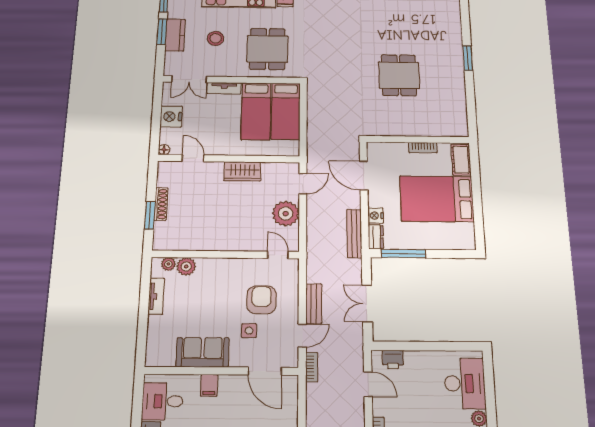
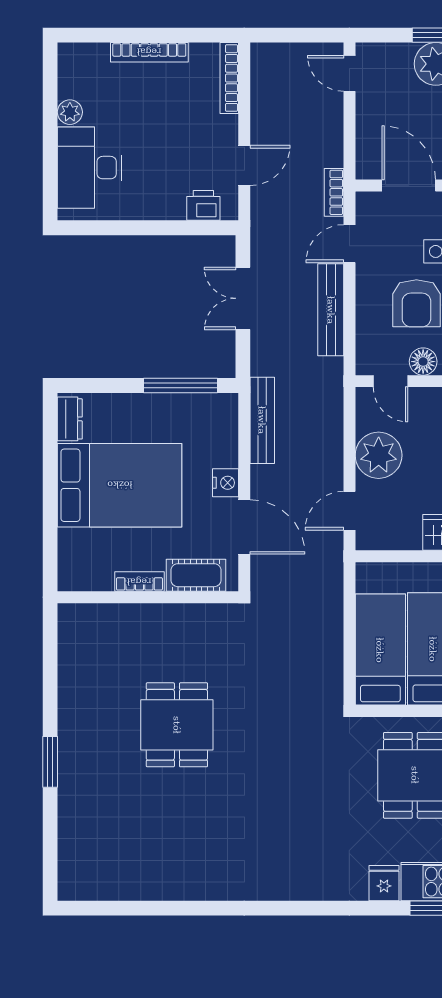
cot: (461, 160) -> (196, 575), moved, turned 90
nightstand: (376, 216) -> (226, 483), moved
dresser: (376, 237) -> (70, 419), moved, turned 180
floor lamp: (258, 266) -> (423, 362), added
double door: (367, 303) -> (243, 298), swing flipped
bench: (314, 304) -> (331, 310), width x1.36
door: (368, 384) -> (244, 165), swing flipped

